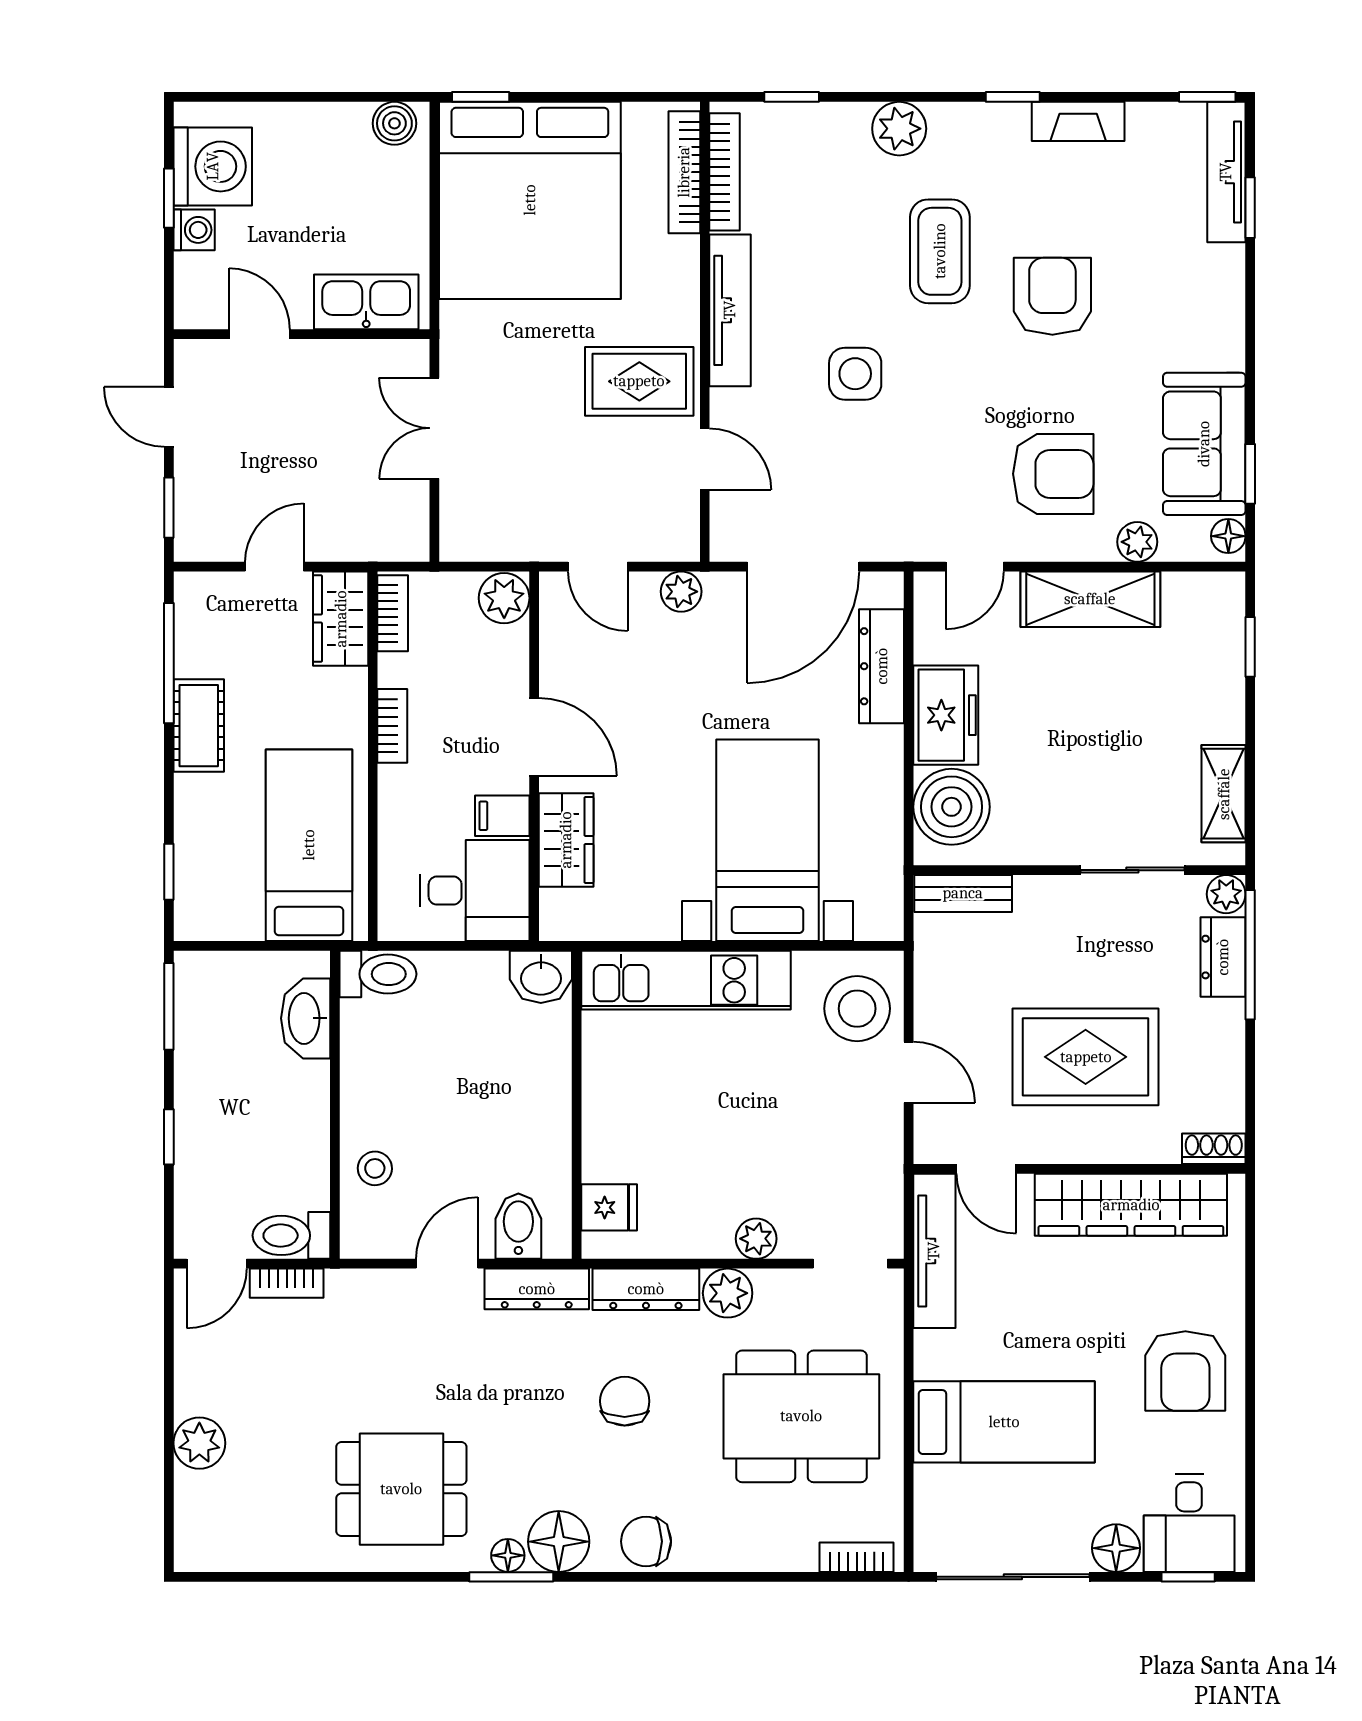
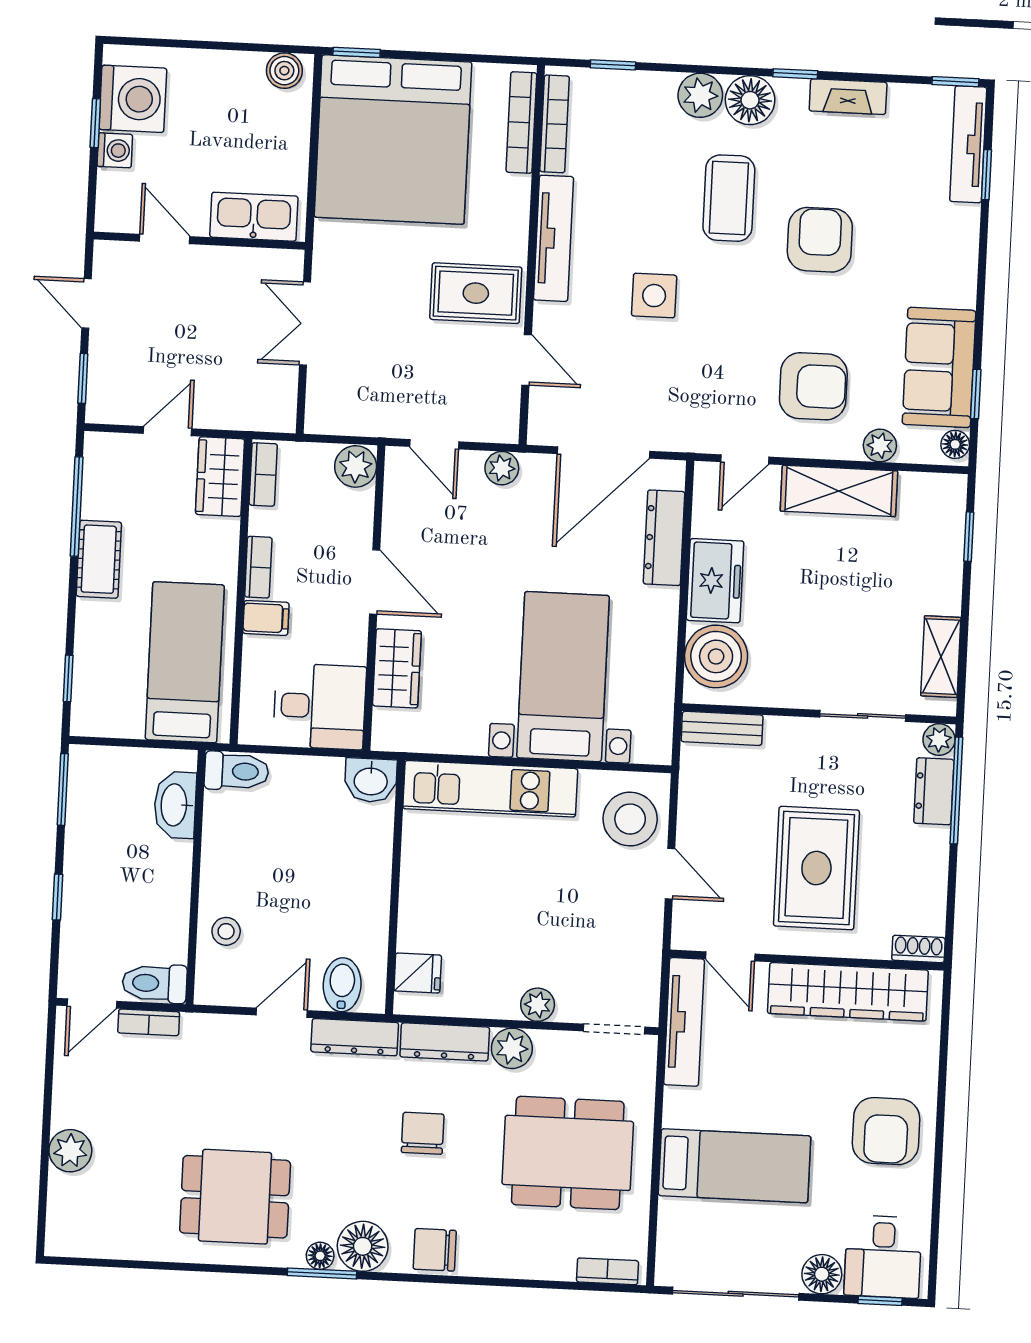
floor lamp: (960, 132) -> (750, 100), added
filing cabinet: (502, 816) -> (266, 618), moved, turned 180
rug: (1086, 1057) -> (816, 868), turned 90

